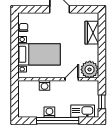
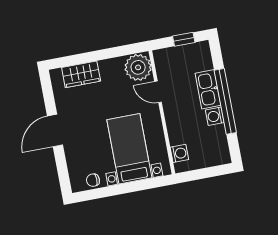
washing machine: (45, 85) -> (179, 153), moved
kitchen sink: (83, 111) -> (208, 89), moved

